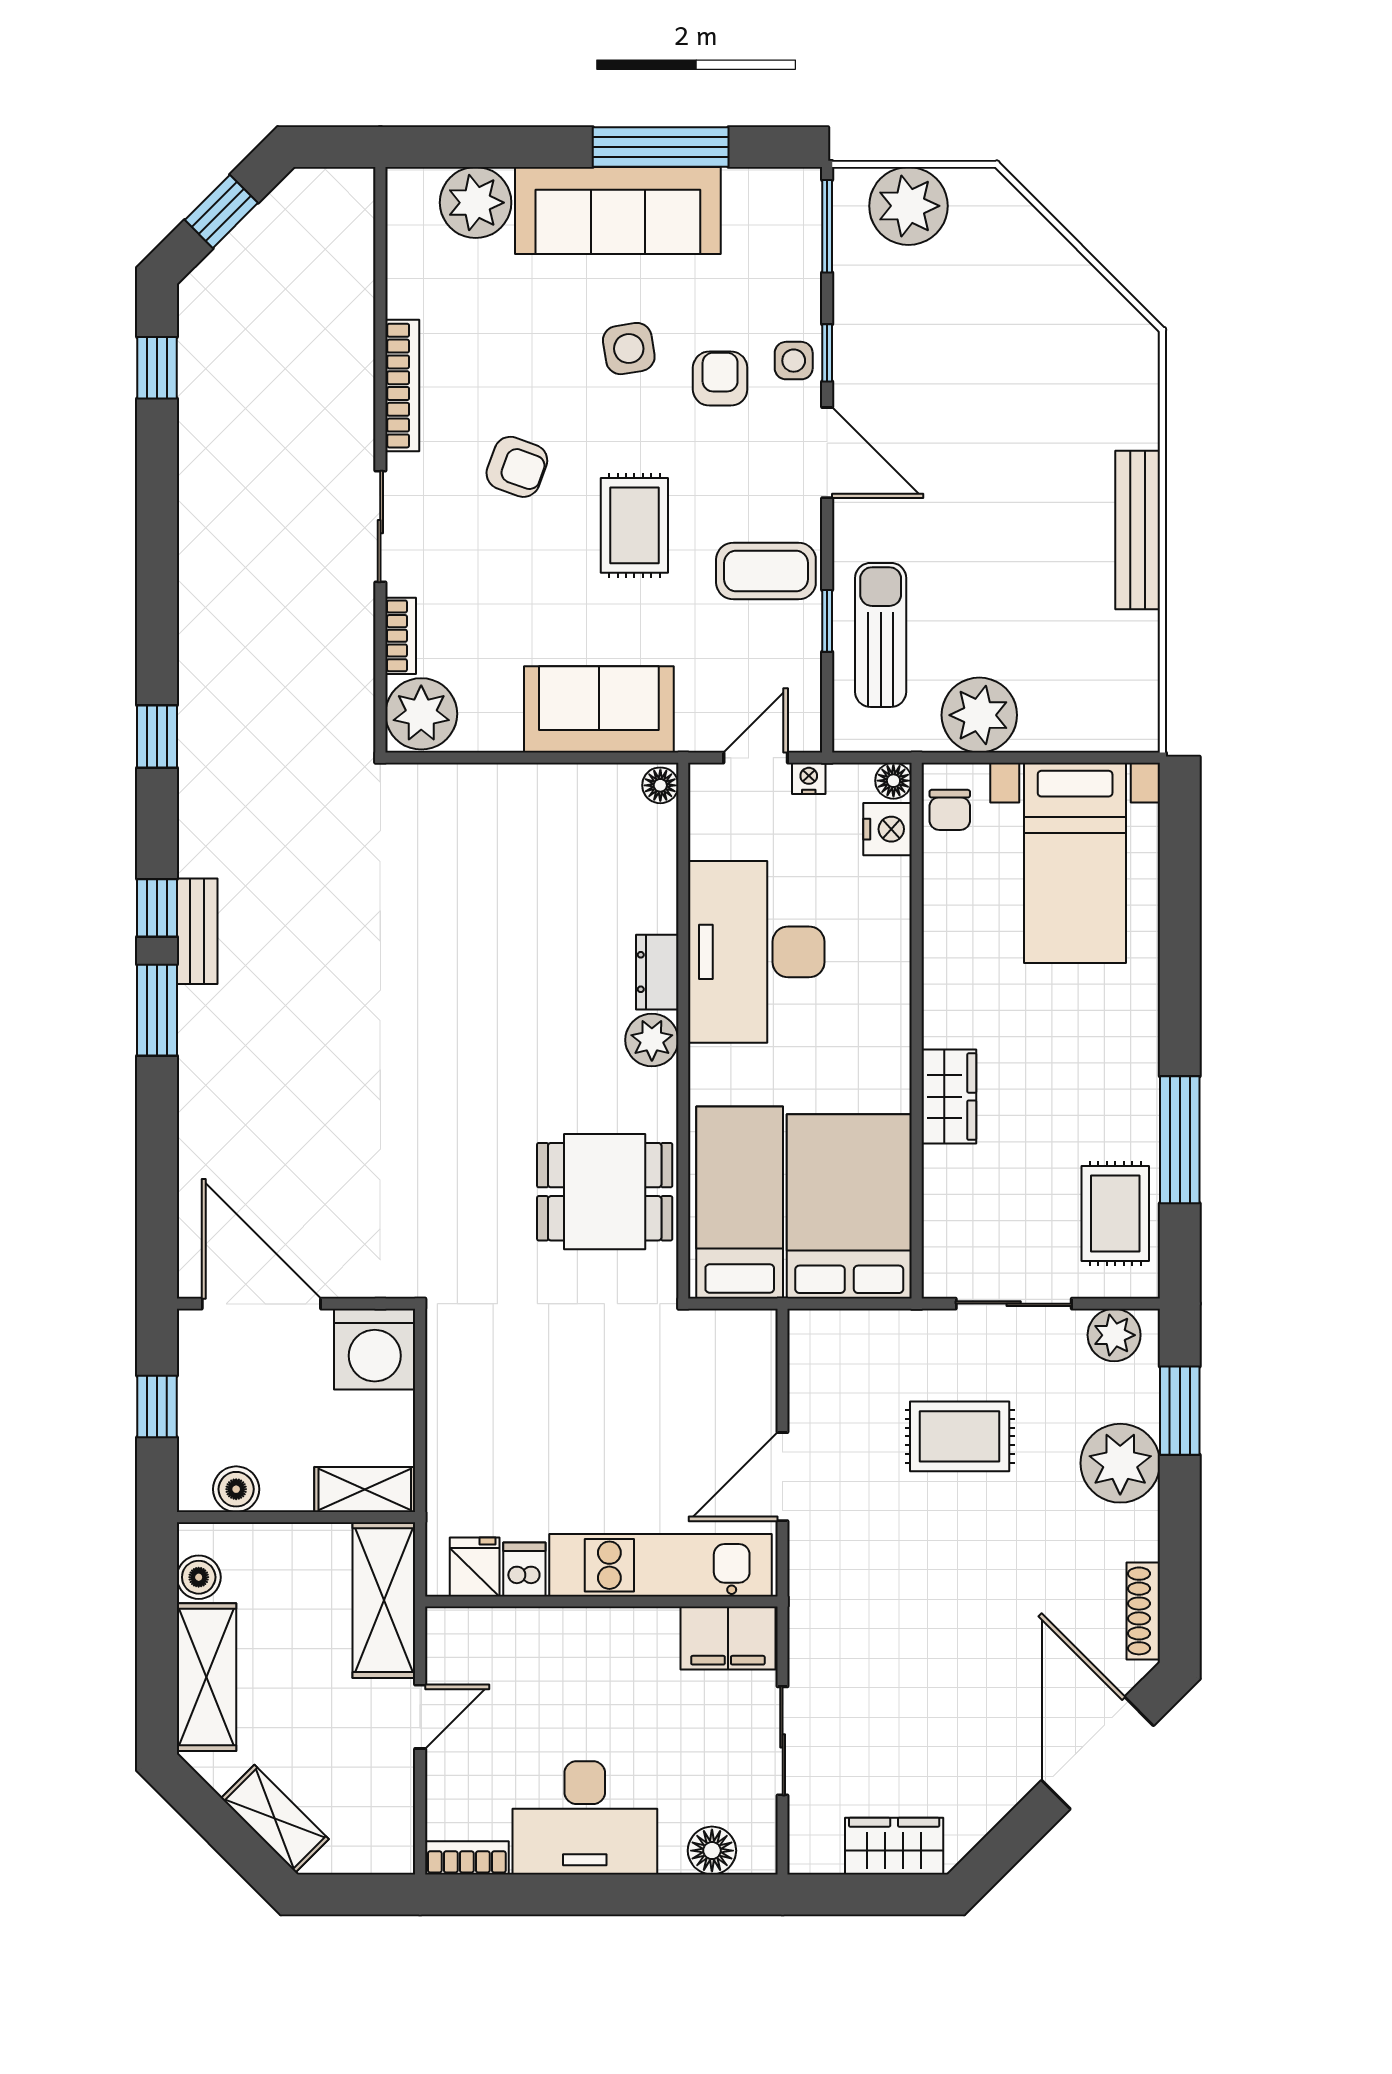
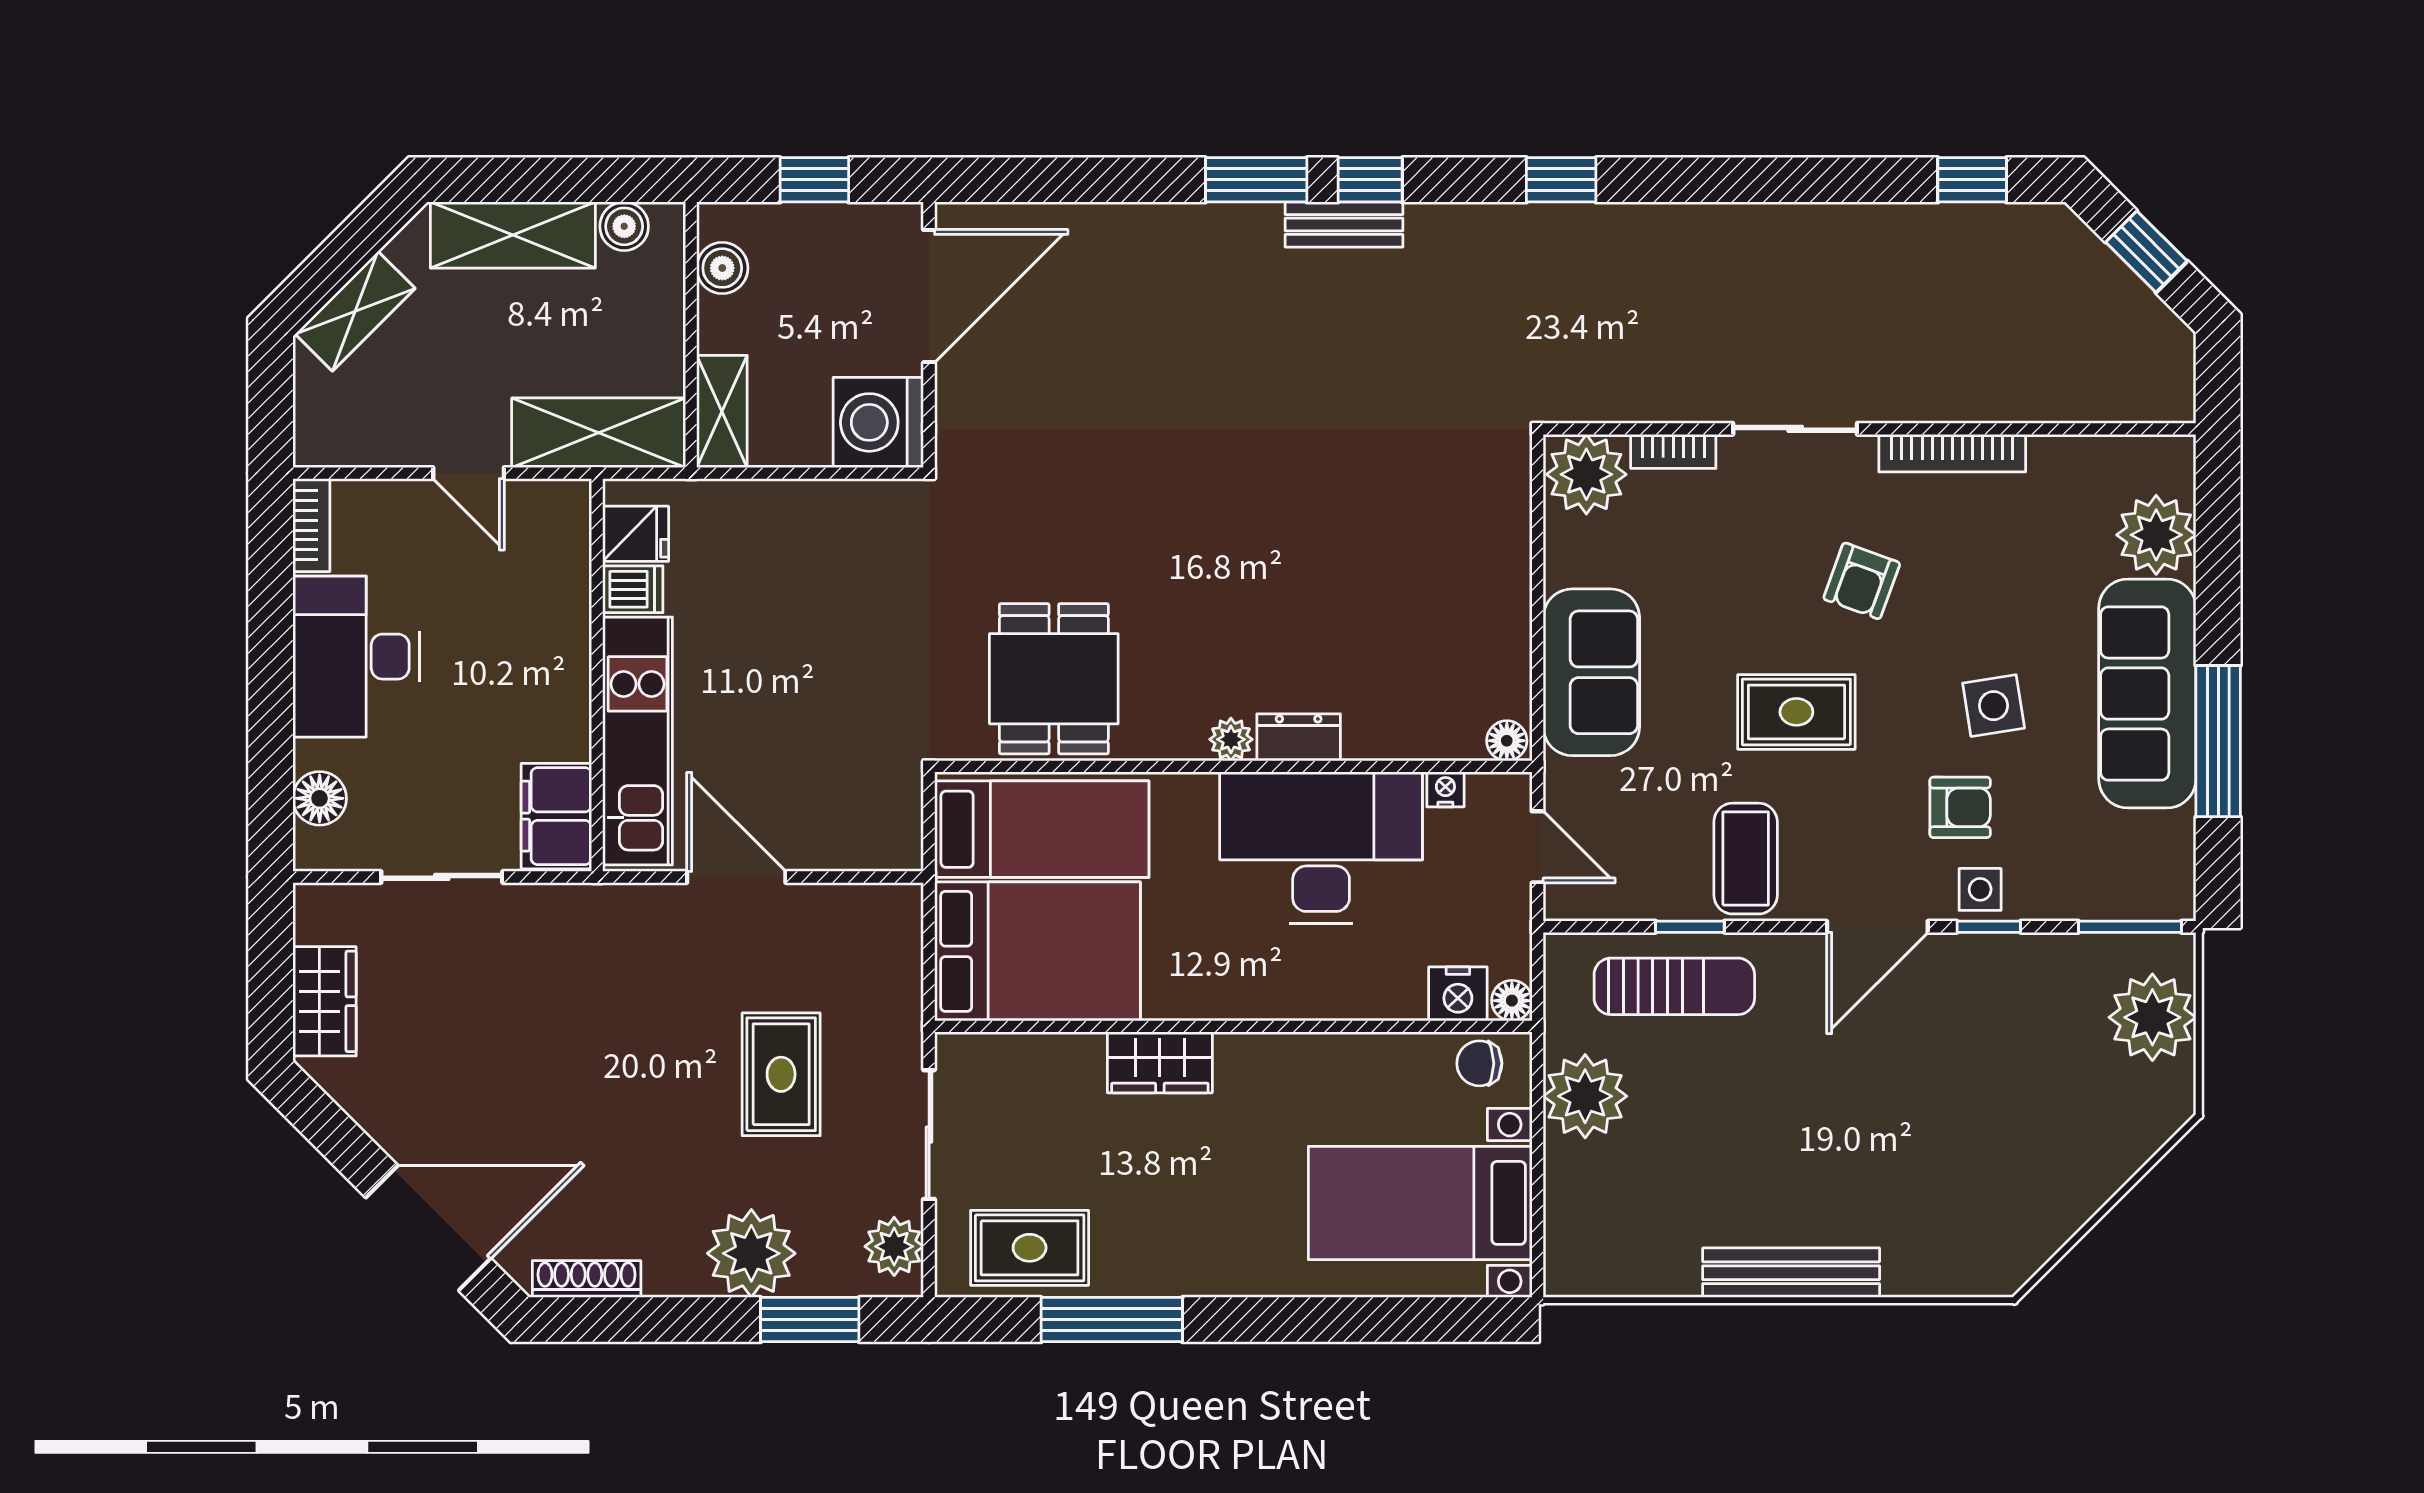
nightstand: (809, 778) -> (1445, 789), moved, turned -90
plant: (652, 1040) -> (1231, 739), width x0.73, depth x0.73

